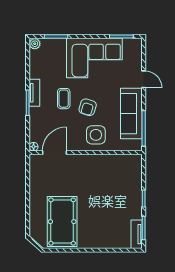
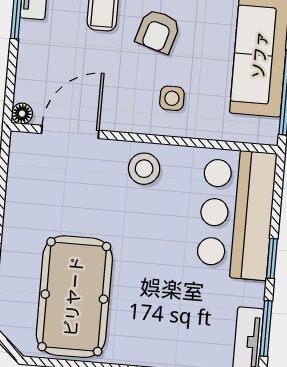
side table: (96, 135) -> (172, 98), width x0.54, depth x0.54
stool: (87, 165) -> (144, 169), added
bar counter: (127, 181) -> (236, 214), added

